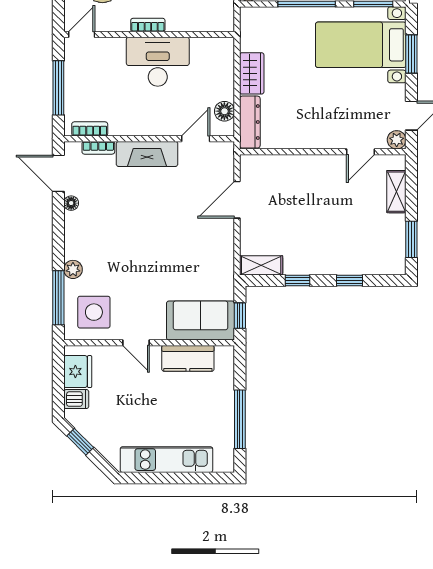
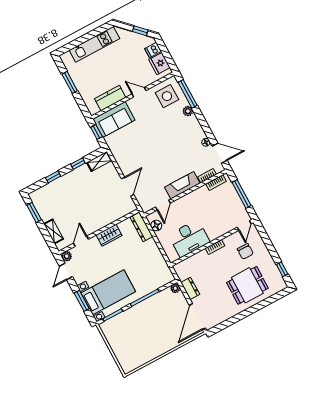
desk: (158, 62) -> (189, 238), moved
wardrobe: (252, 73) -> (109, 235), moved, turned -90
window: (240, 419) -> (70, 82), width x0.69

